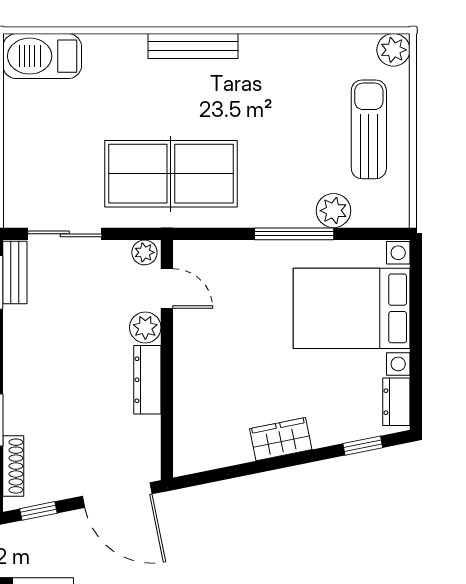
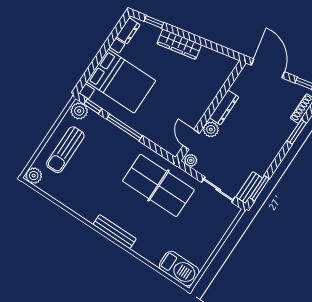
plant: (334, 211) -> (79, 111), moved
window: (371, 234) -> (93, 106), added
wardrobe: (281, 439) -> (179, 44), width x1.50

